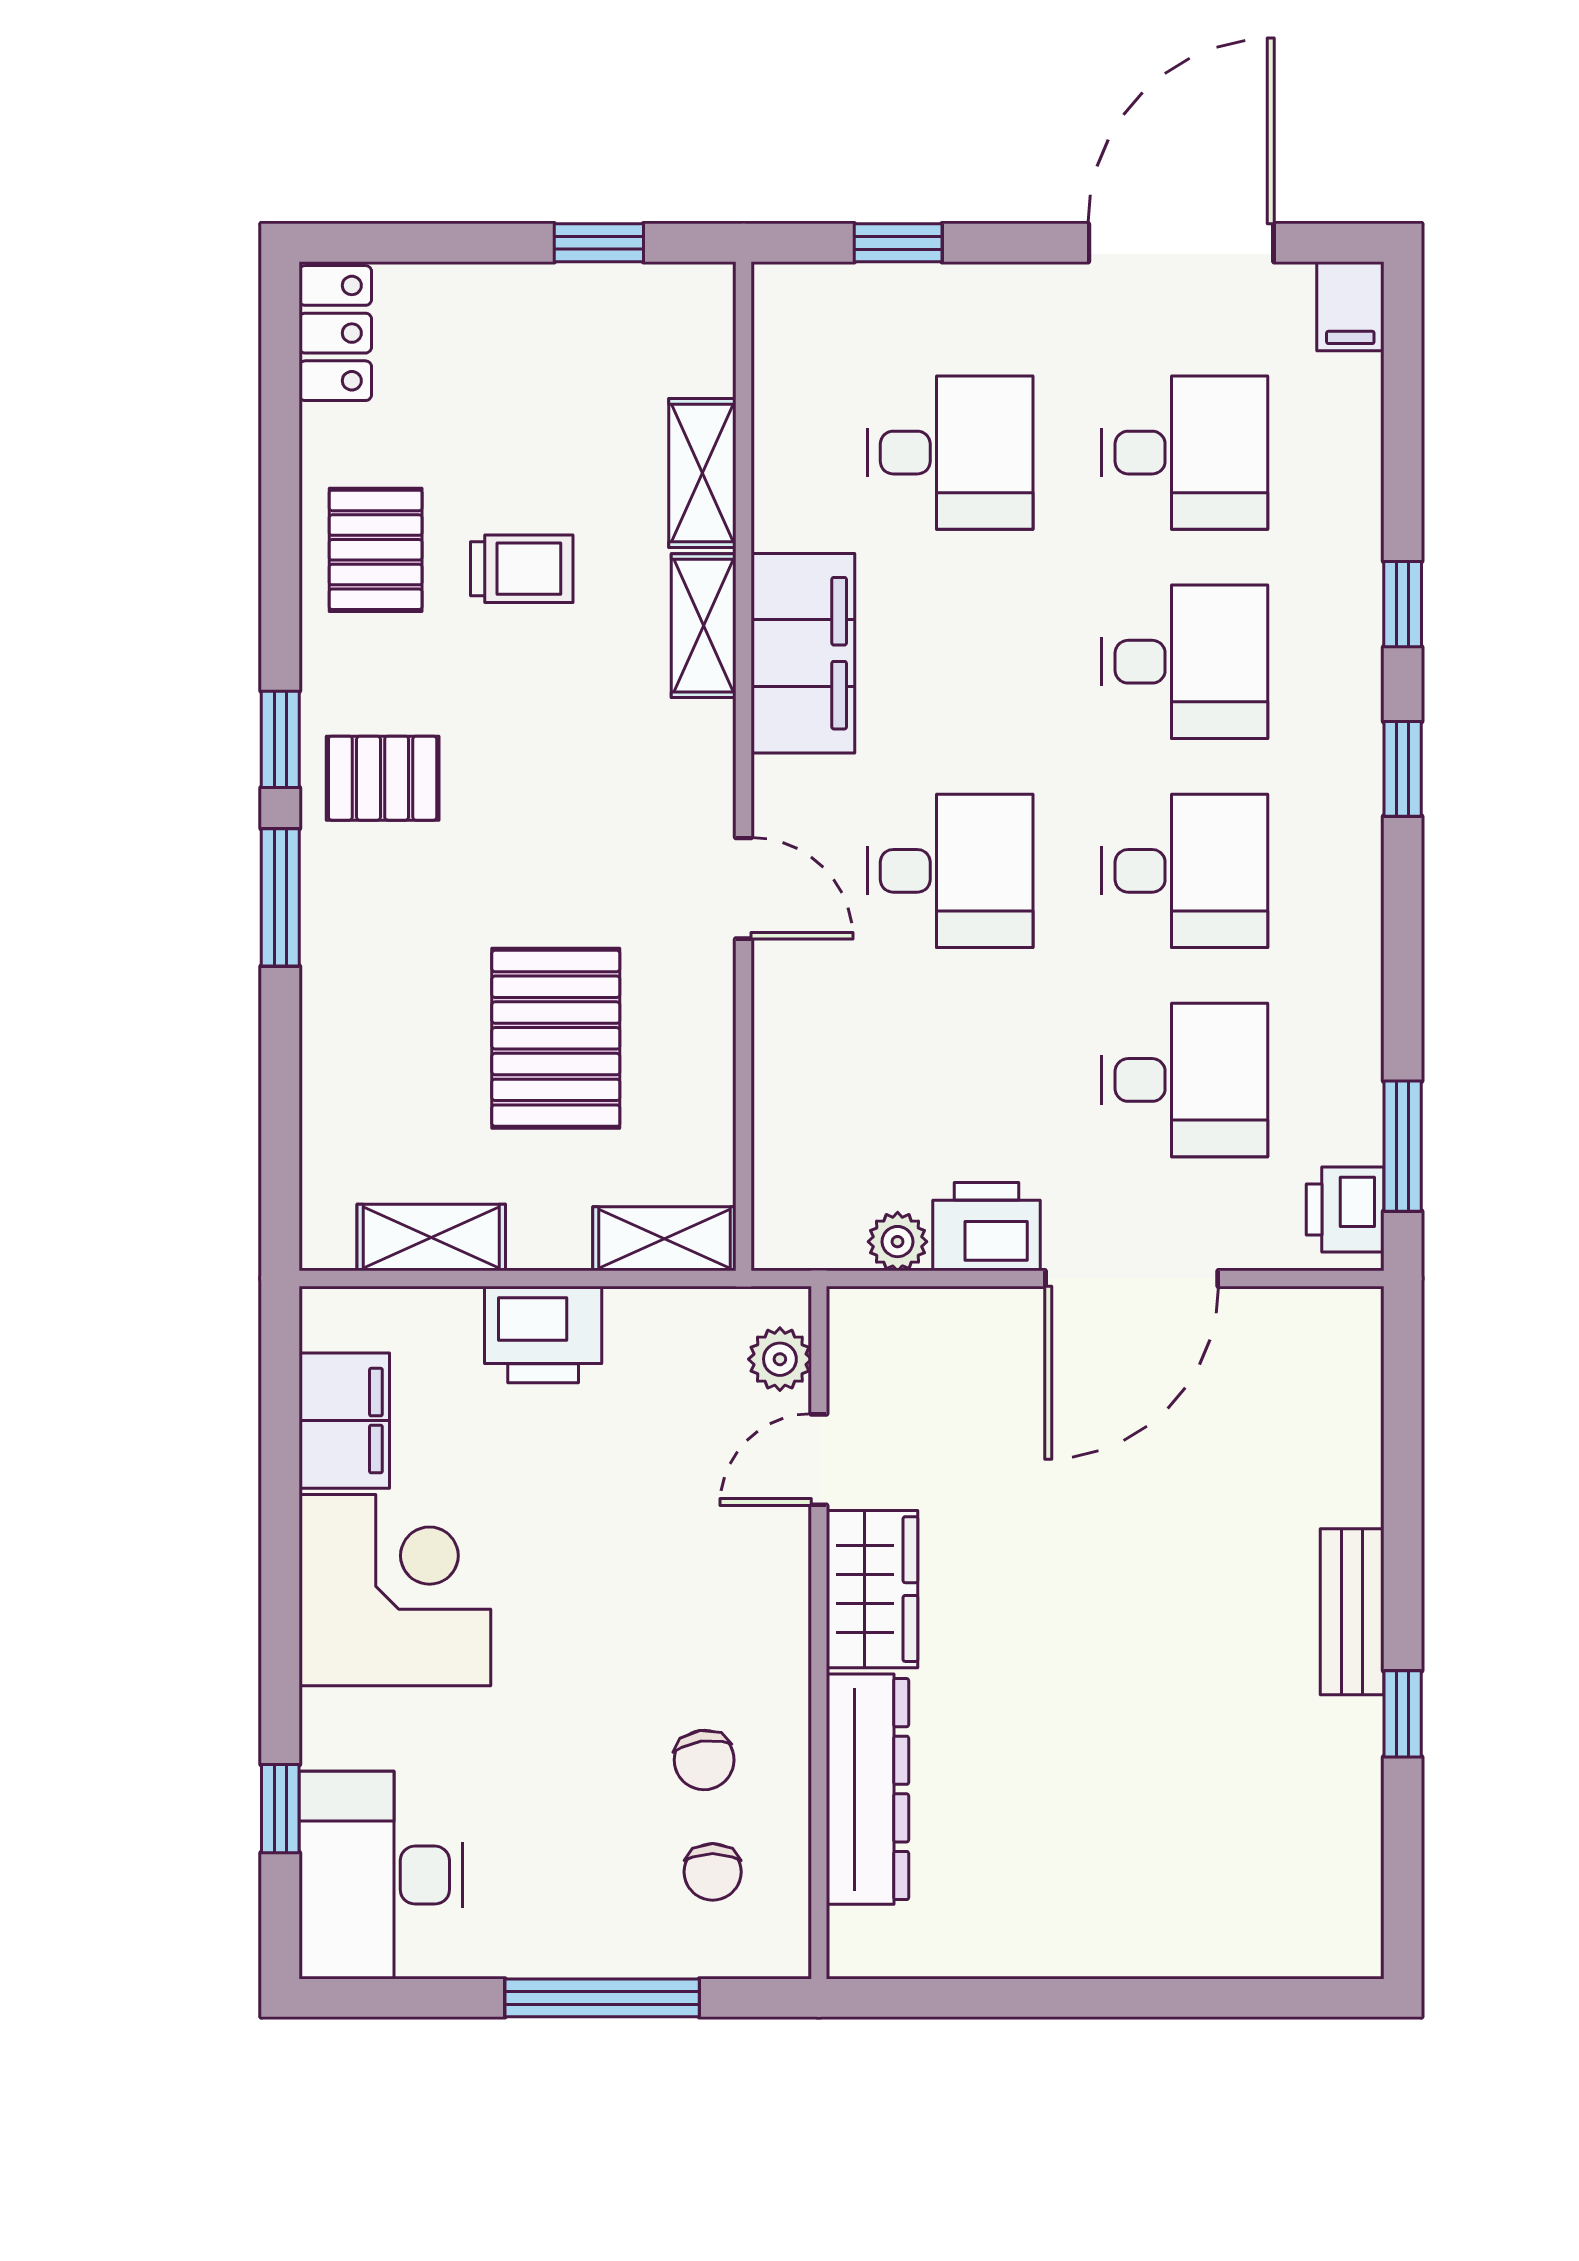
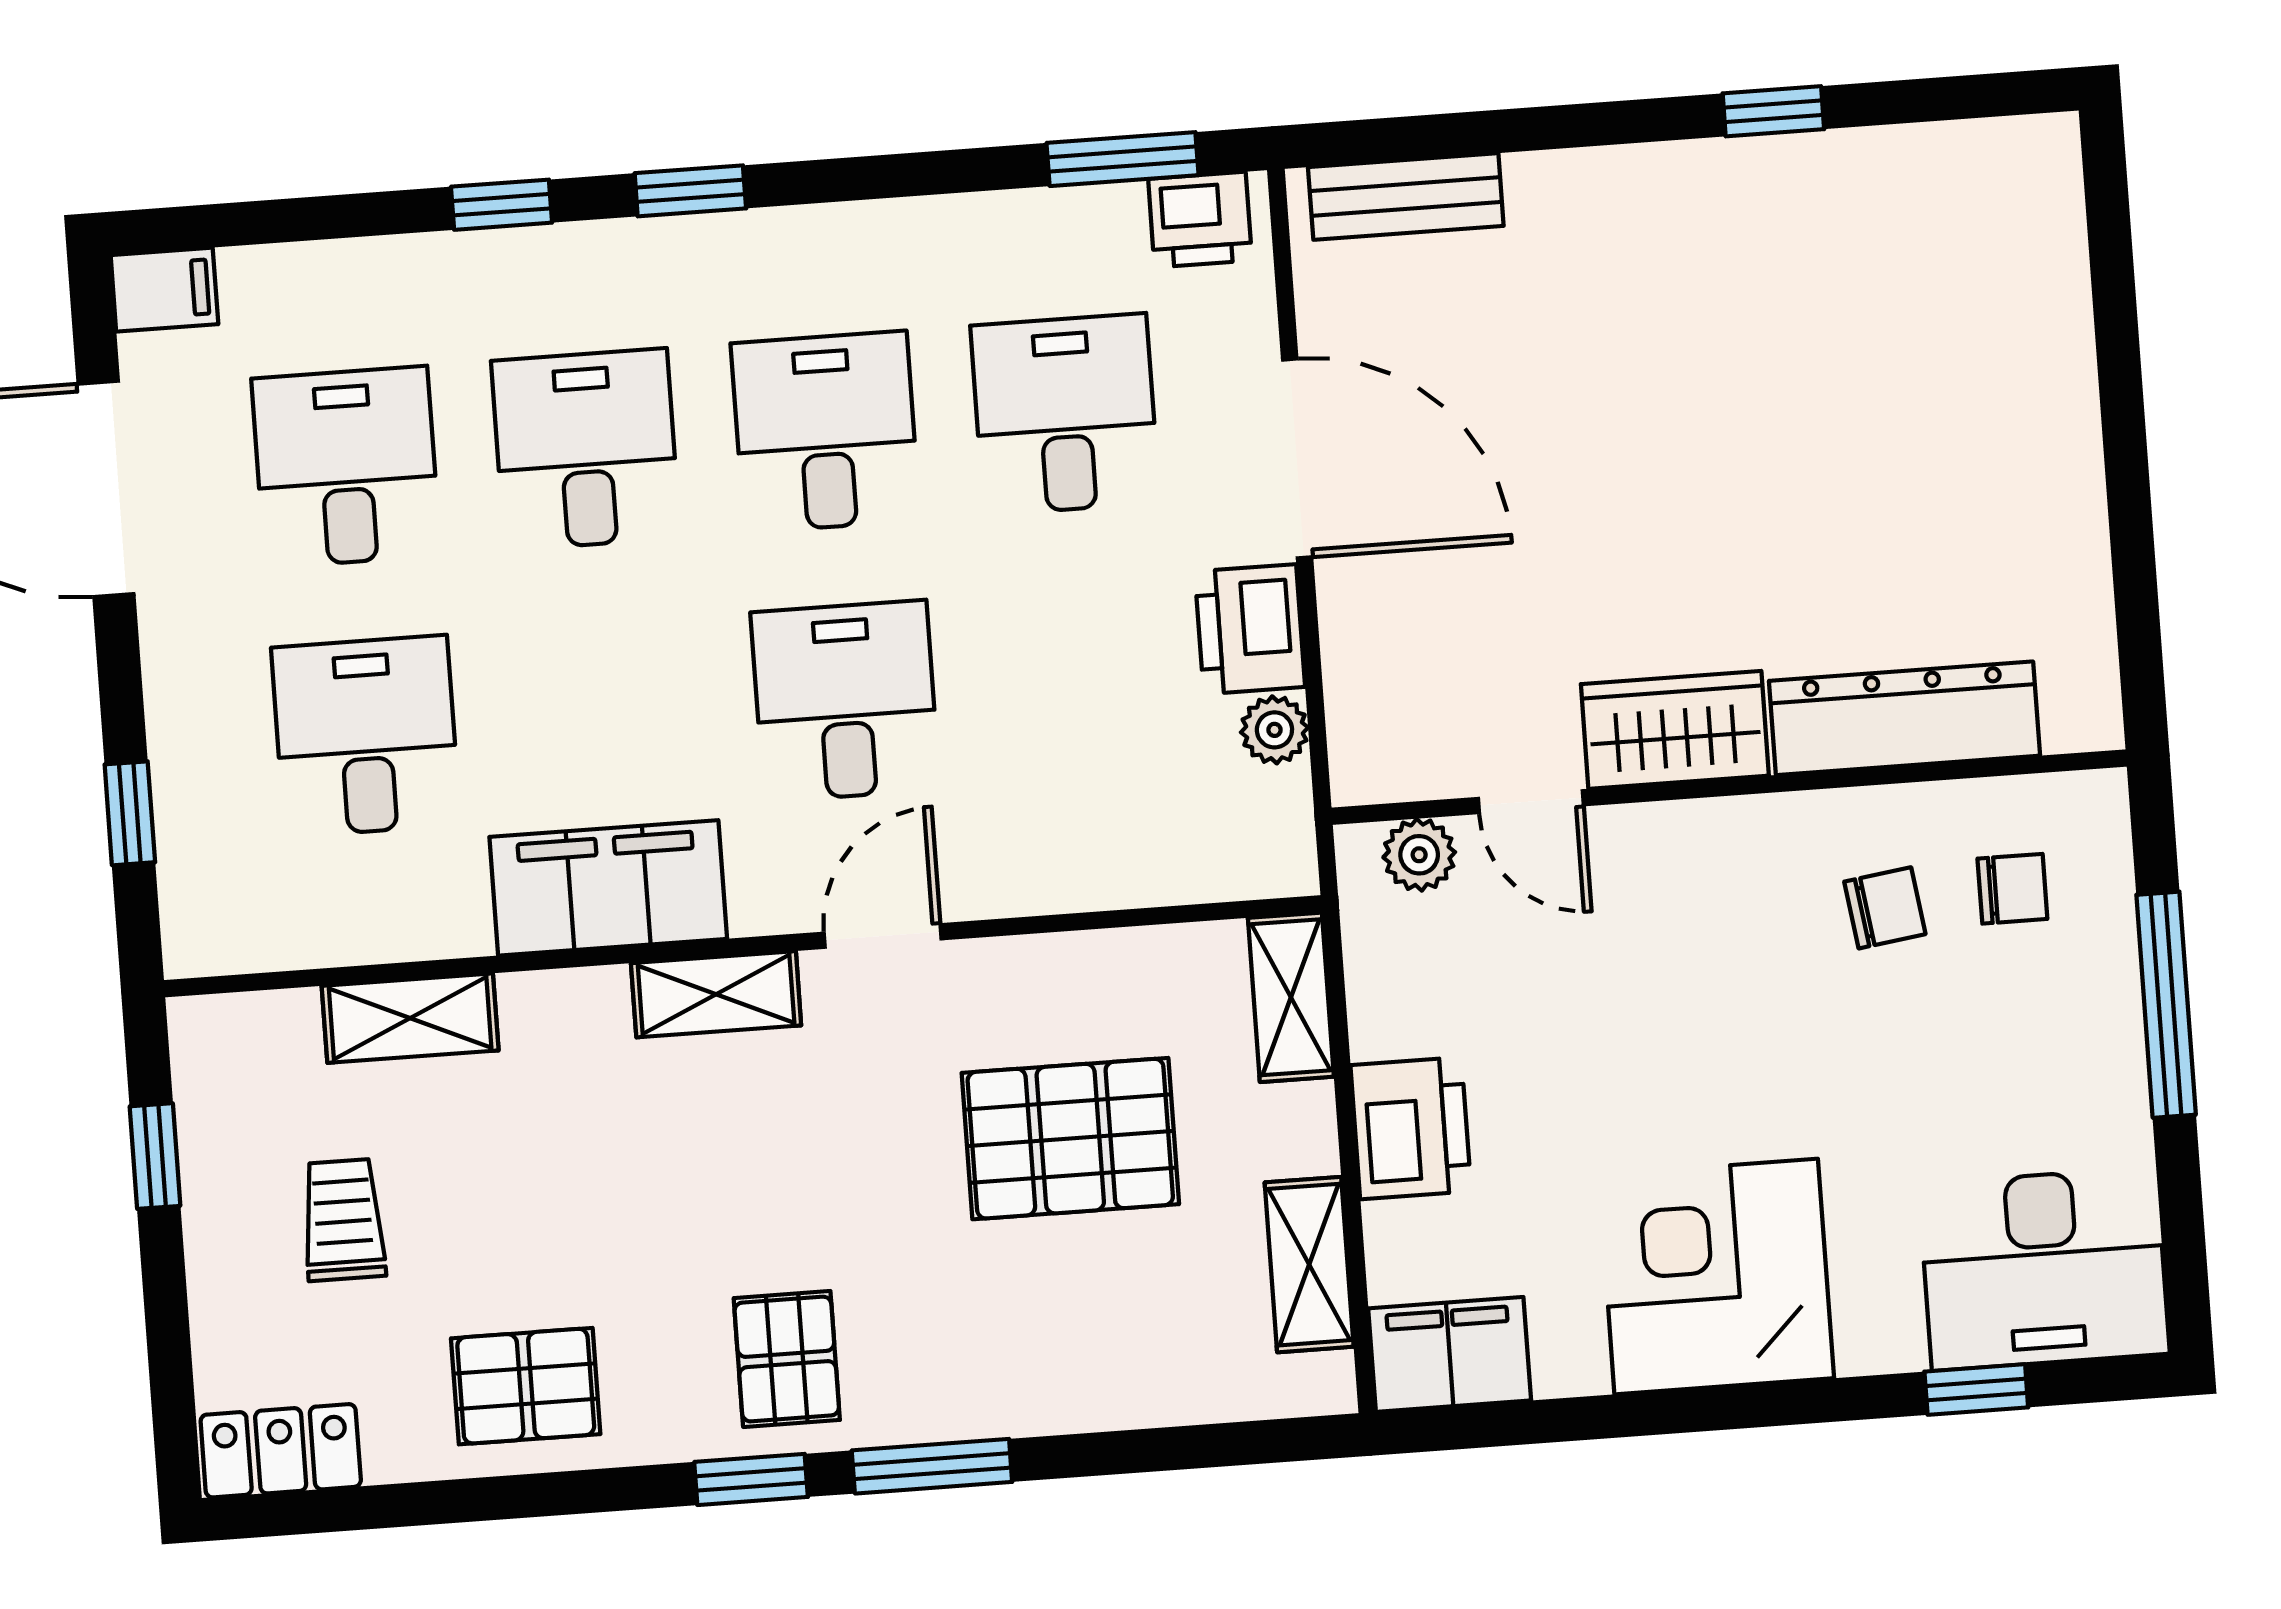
trolley: (522, 569) -> (343, 1220), moved
shelving: (704, 626) -> (716, 994), moved
filing cabinet: (344, 1421) -> (1450, 1354), moved
bench: (1352, 1612) -> (1406, 197), moved

